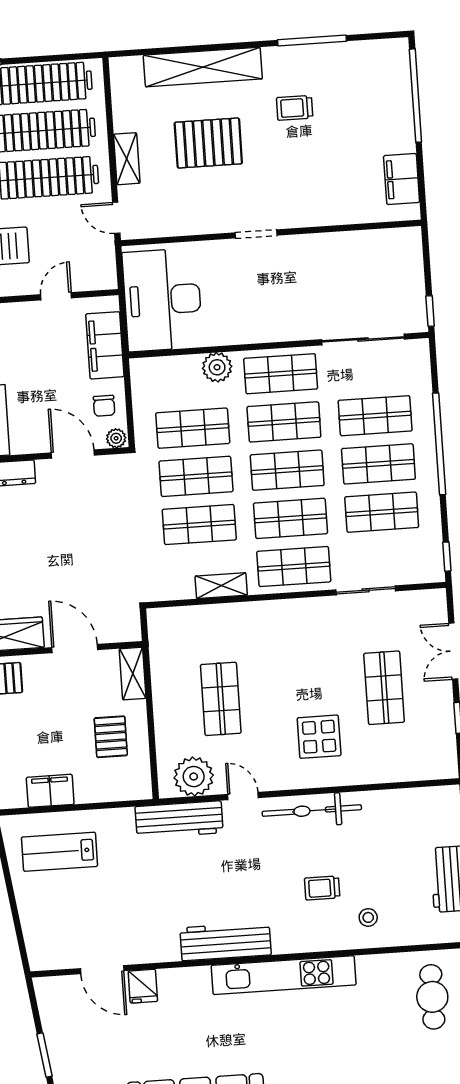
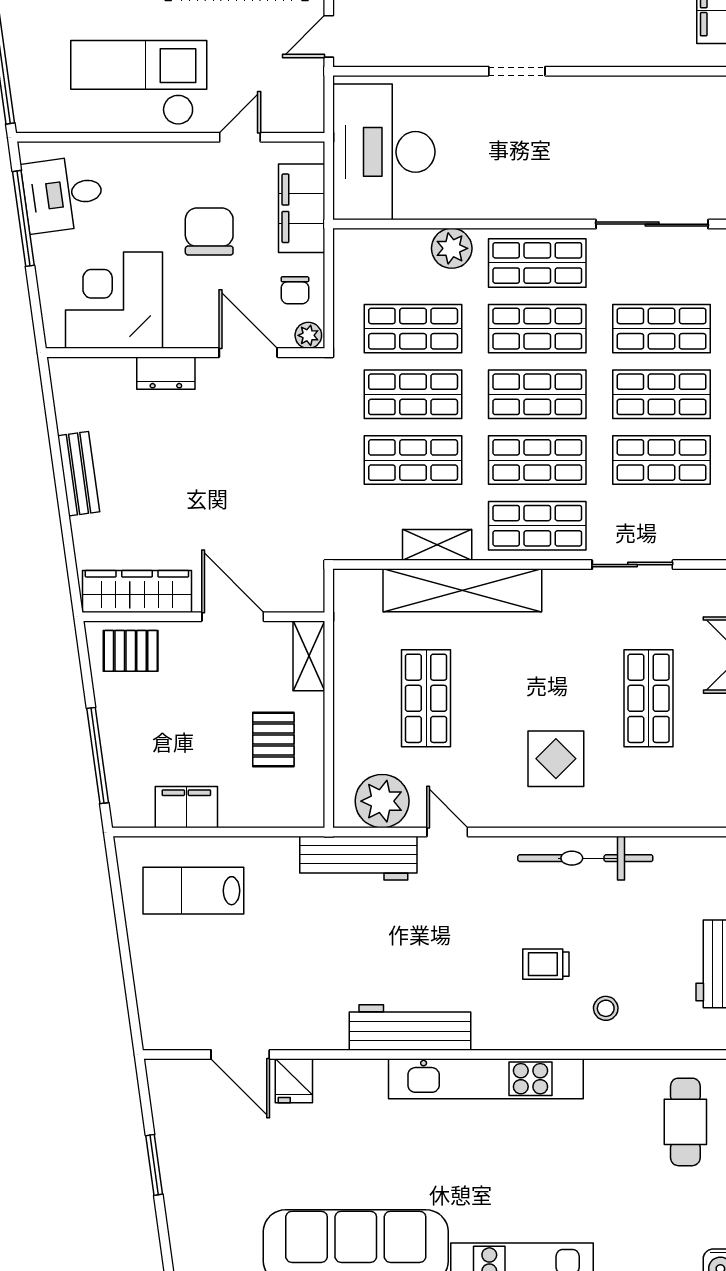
door: (116, 218) -> (329, 36), hinge flipped
chair: (38, 367) -> (209, 232), added
shelving: (242, 618) -> (462, 590), added
bicycle: (312, 811) -> (585, 858), moved

